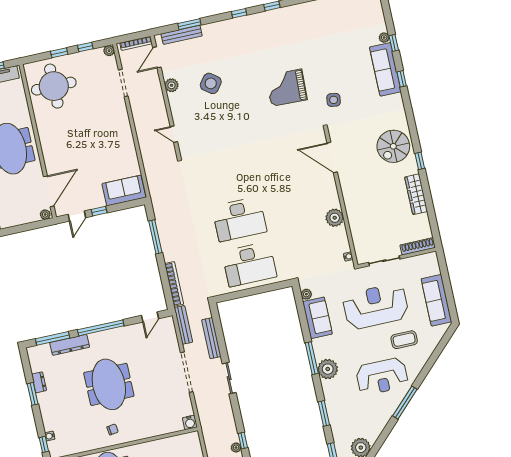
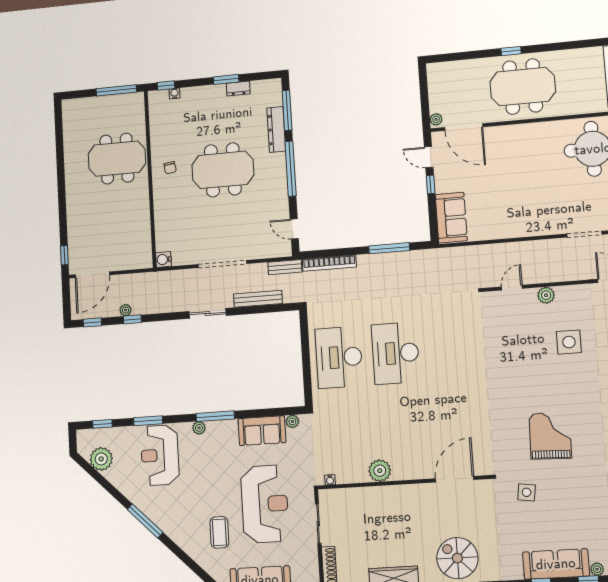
side table: (211, 83) -> (569, 342), turned -37
plant: (171, 85) -> (546, 295), moved
bench: (183, 325) -> (285, 267), width x0.73
plant: (328, 369) -> (199, 428), width x0.53, depth x0.53
reception desk: (382, 376) -> (160, 455), moved

